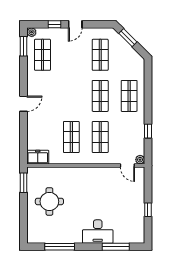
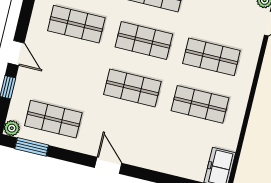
shop shelf: (71, 96) -> (132, 88), added
door: (24, 104) -> (108, 165), moved

